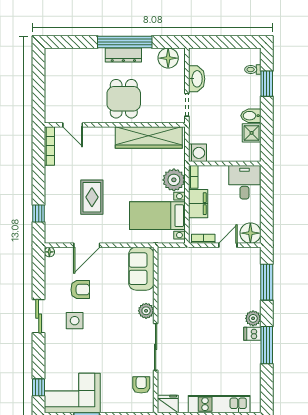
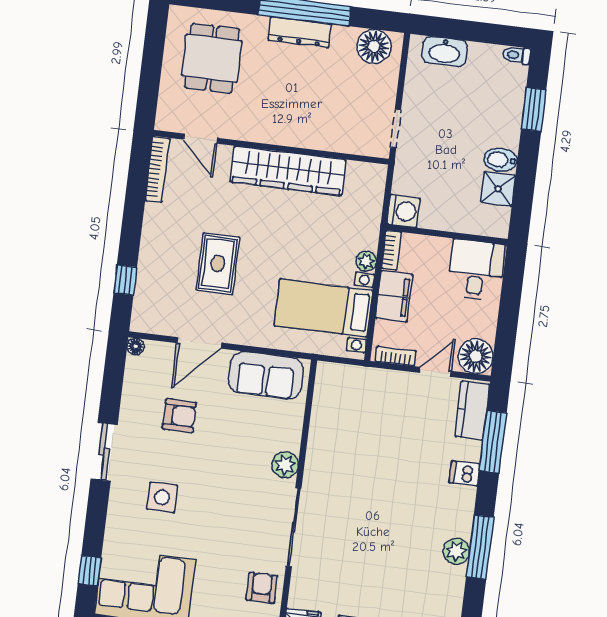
toilet: (253, 70) -> (517, 55), moved
washbasin: (197, 79) -> (445, 52), moved, turned 90
dining table: (124, 99) -> (212, 58), moved
wardrobe: (149, 137) -> (288, 171), moved
plant: (174, 180) -> (366, 261), width x0.53, depth x0.53
kitchen counter: (252, 265) -> (472, 410), added
sofa: (141, 269) -> (266, 375), moved, turned -90
plant: (253, 318) -> (456, 551), moved
side table: (75, 321) -> (162, 497), moved
dishwasher: (252, 334) -> (464, 473), moved

